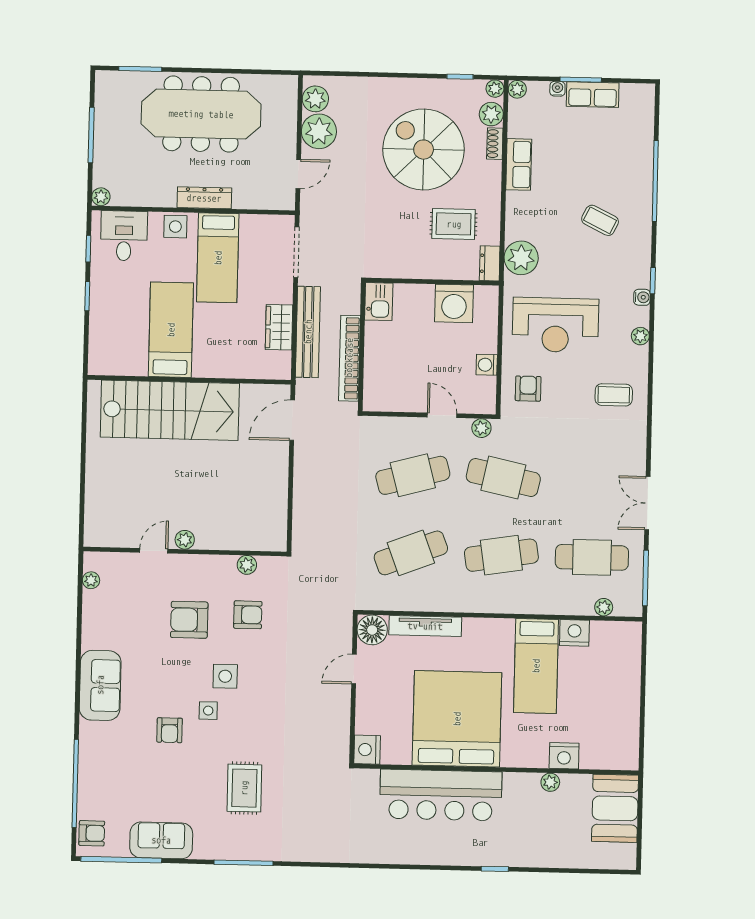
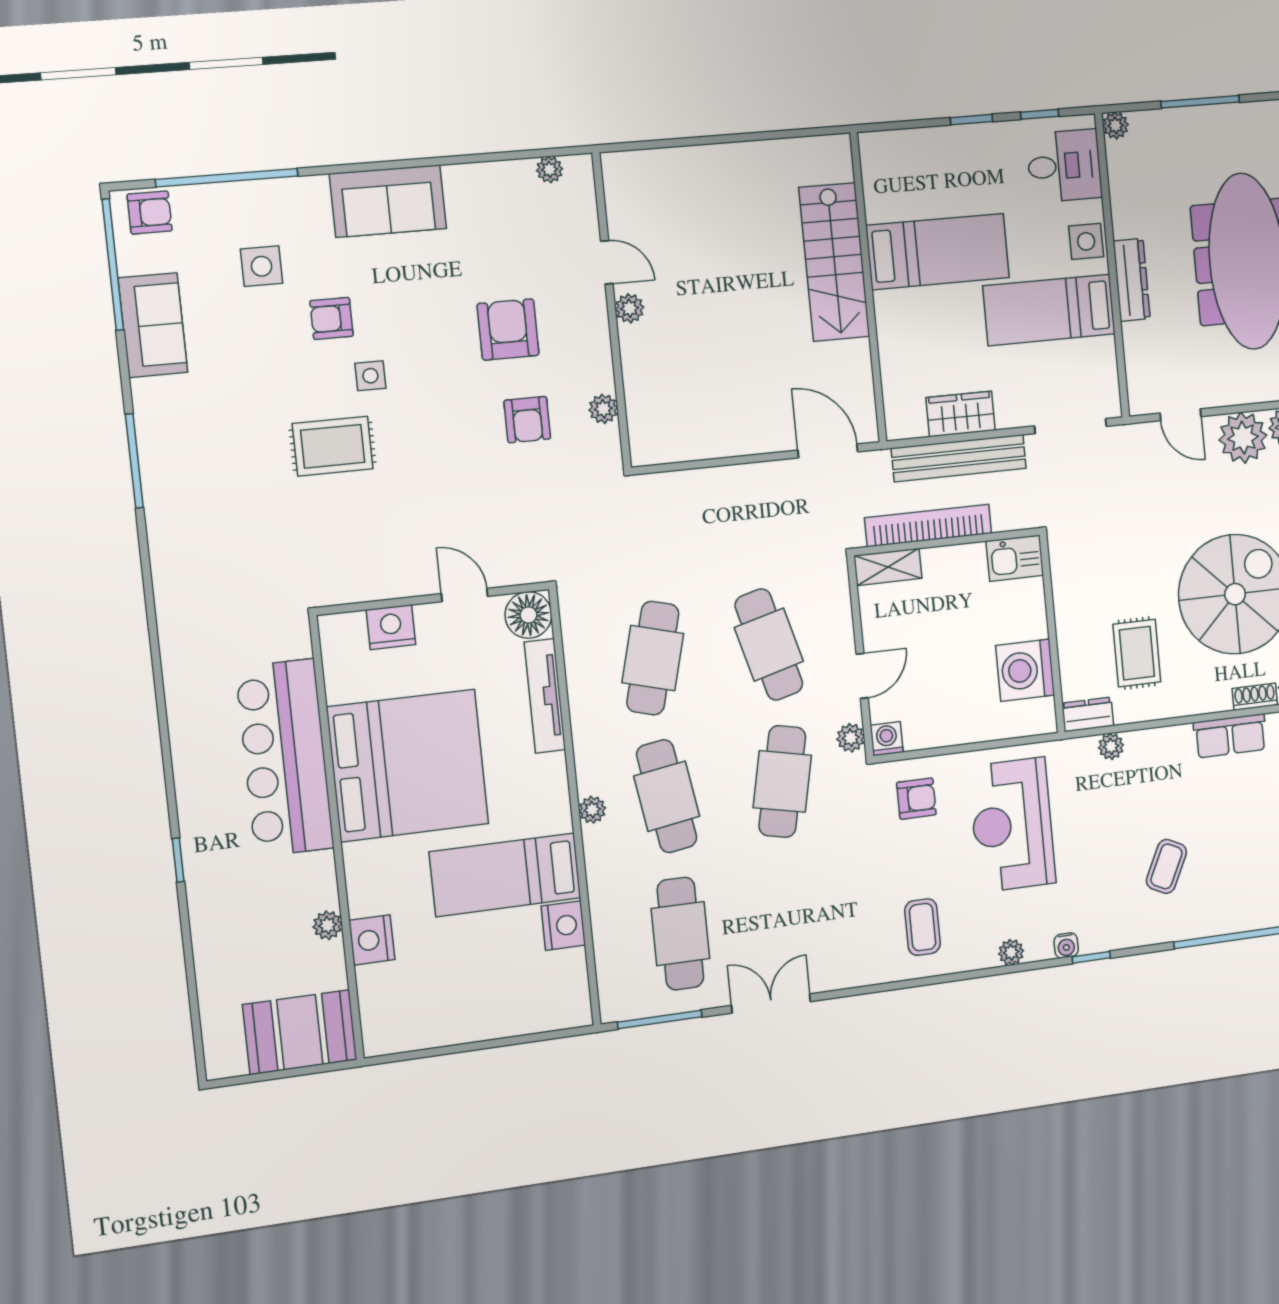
plant: (521, 258) -> (1111, 746), width x0.53, depth x0.53
washing machine: (487, 365) -> (887, 739), moved
shelving: (373, 389) -> (888, 567), added
stairs: (170, 410) -> (834, 262), width x0.73, depth x0.66
cafe table: (411, 553) -> (653, 658), turned 36
plant: (604, 607) -> (592, 810), moved
side table: (225, 676) -> (262, 266), moved
nightstand: (367, 750) -> (391, 627), moved
rug: (244, 788) -> (333, 446), moved
armchair: (92, 833) -> (150, 213), turned -90

